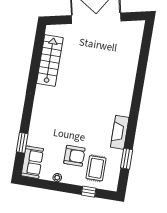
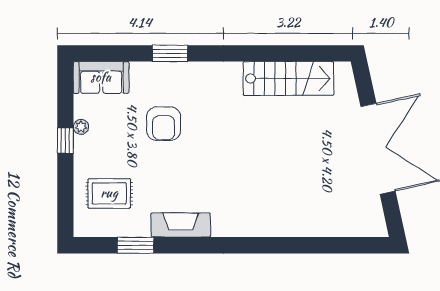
window: (22, 143) -> (170, 53), moved
armchair: (74, 156) -> (164, 124), moved
window: (89, 192) -> (65, 141), moved

